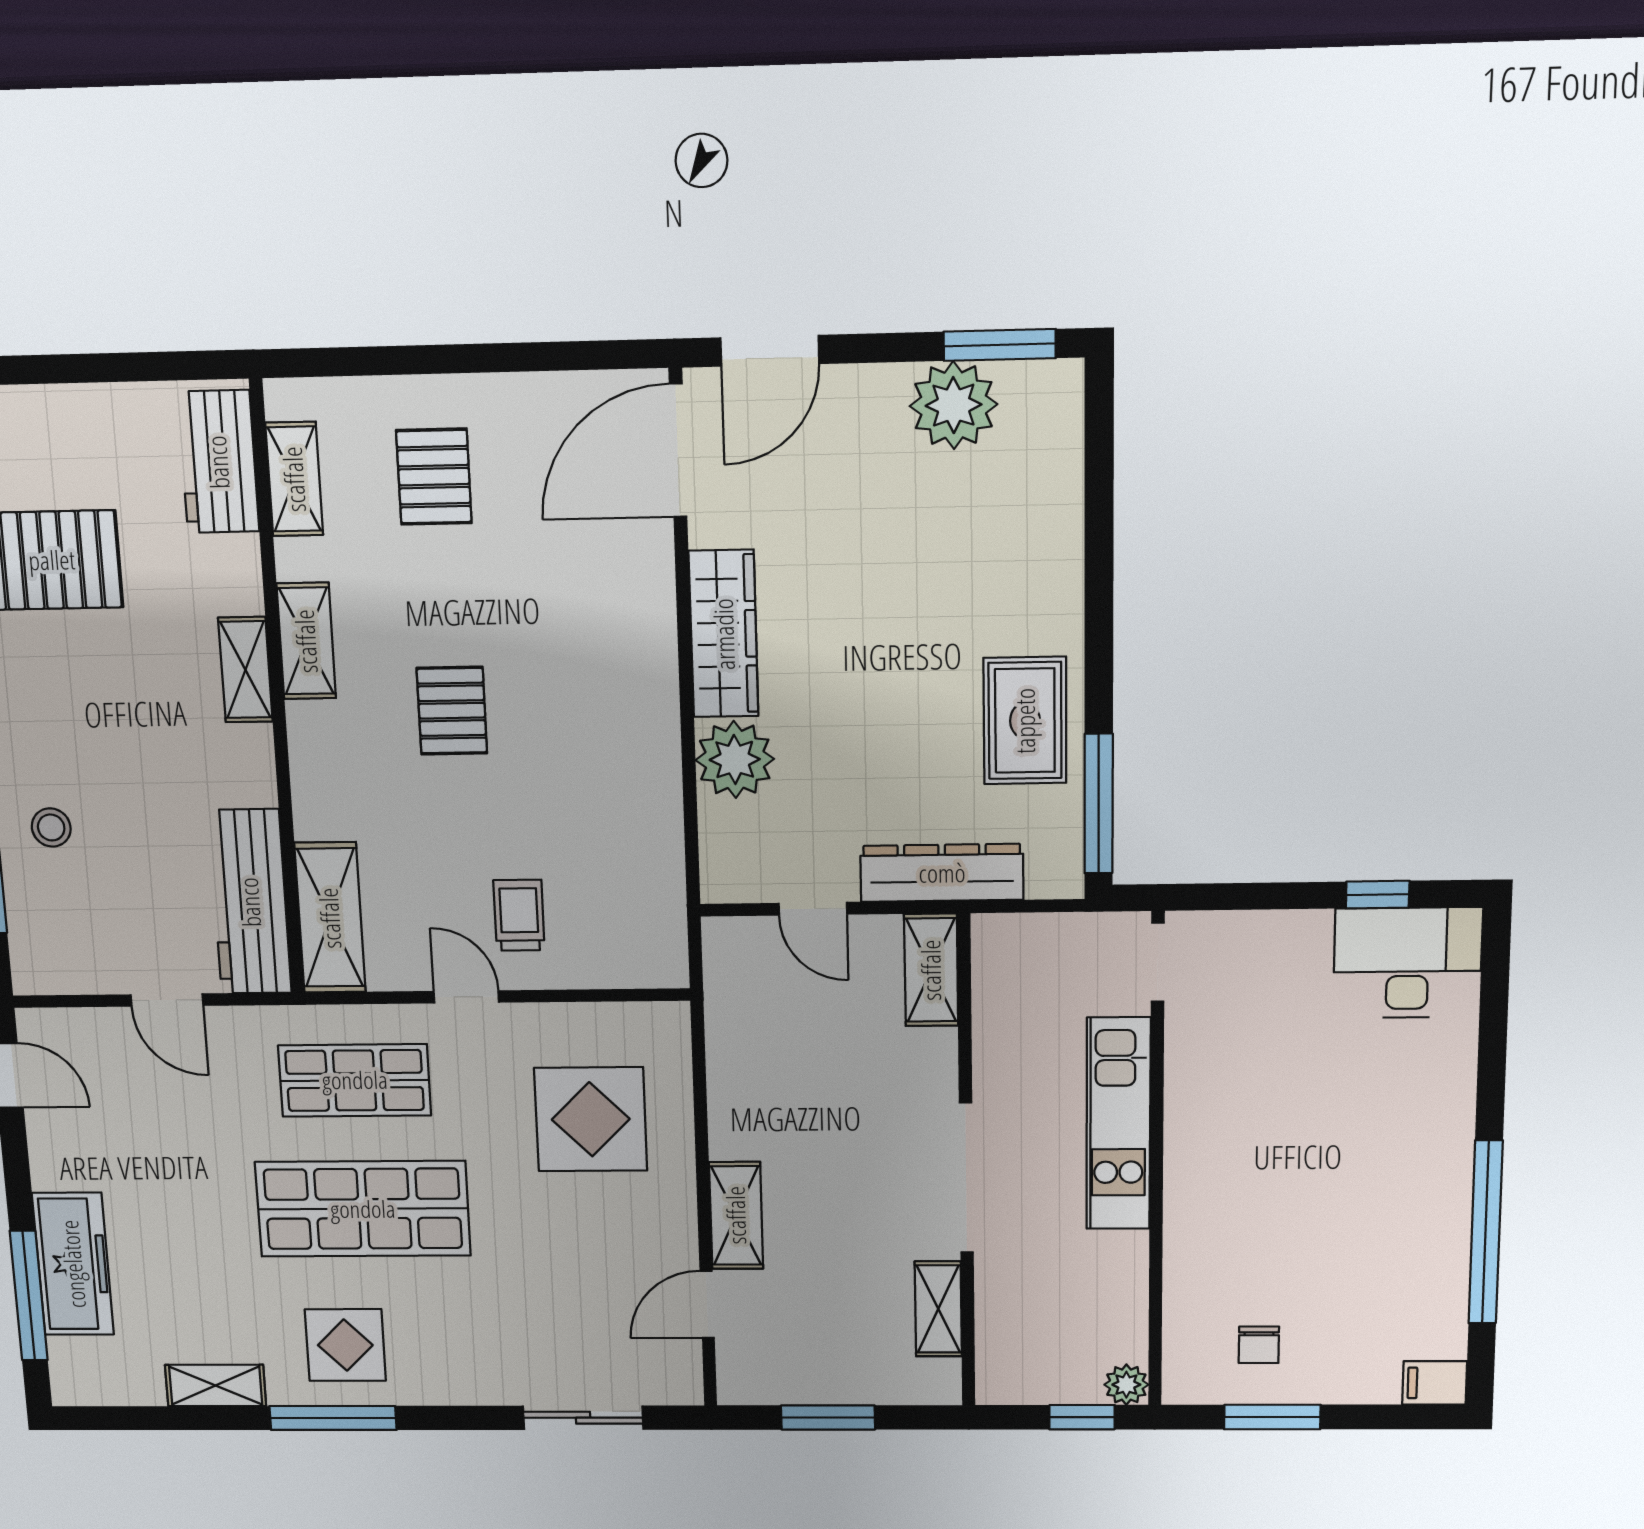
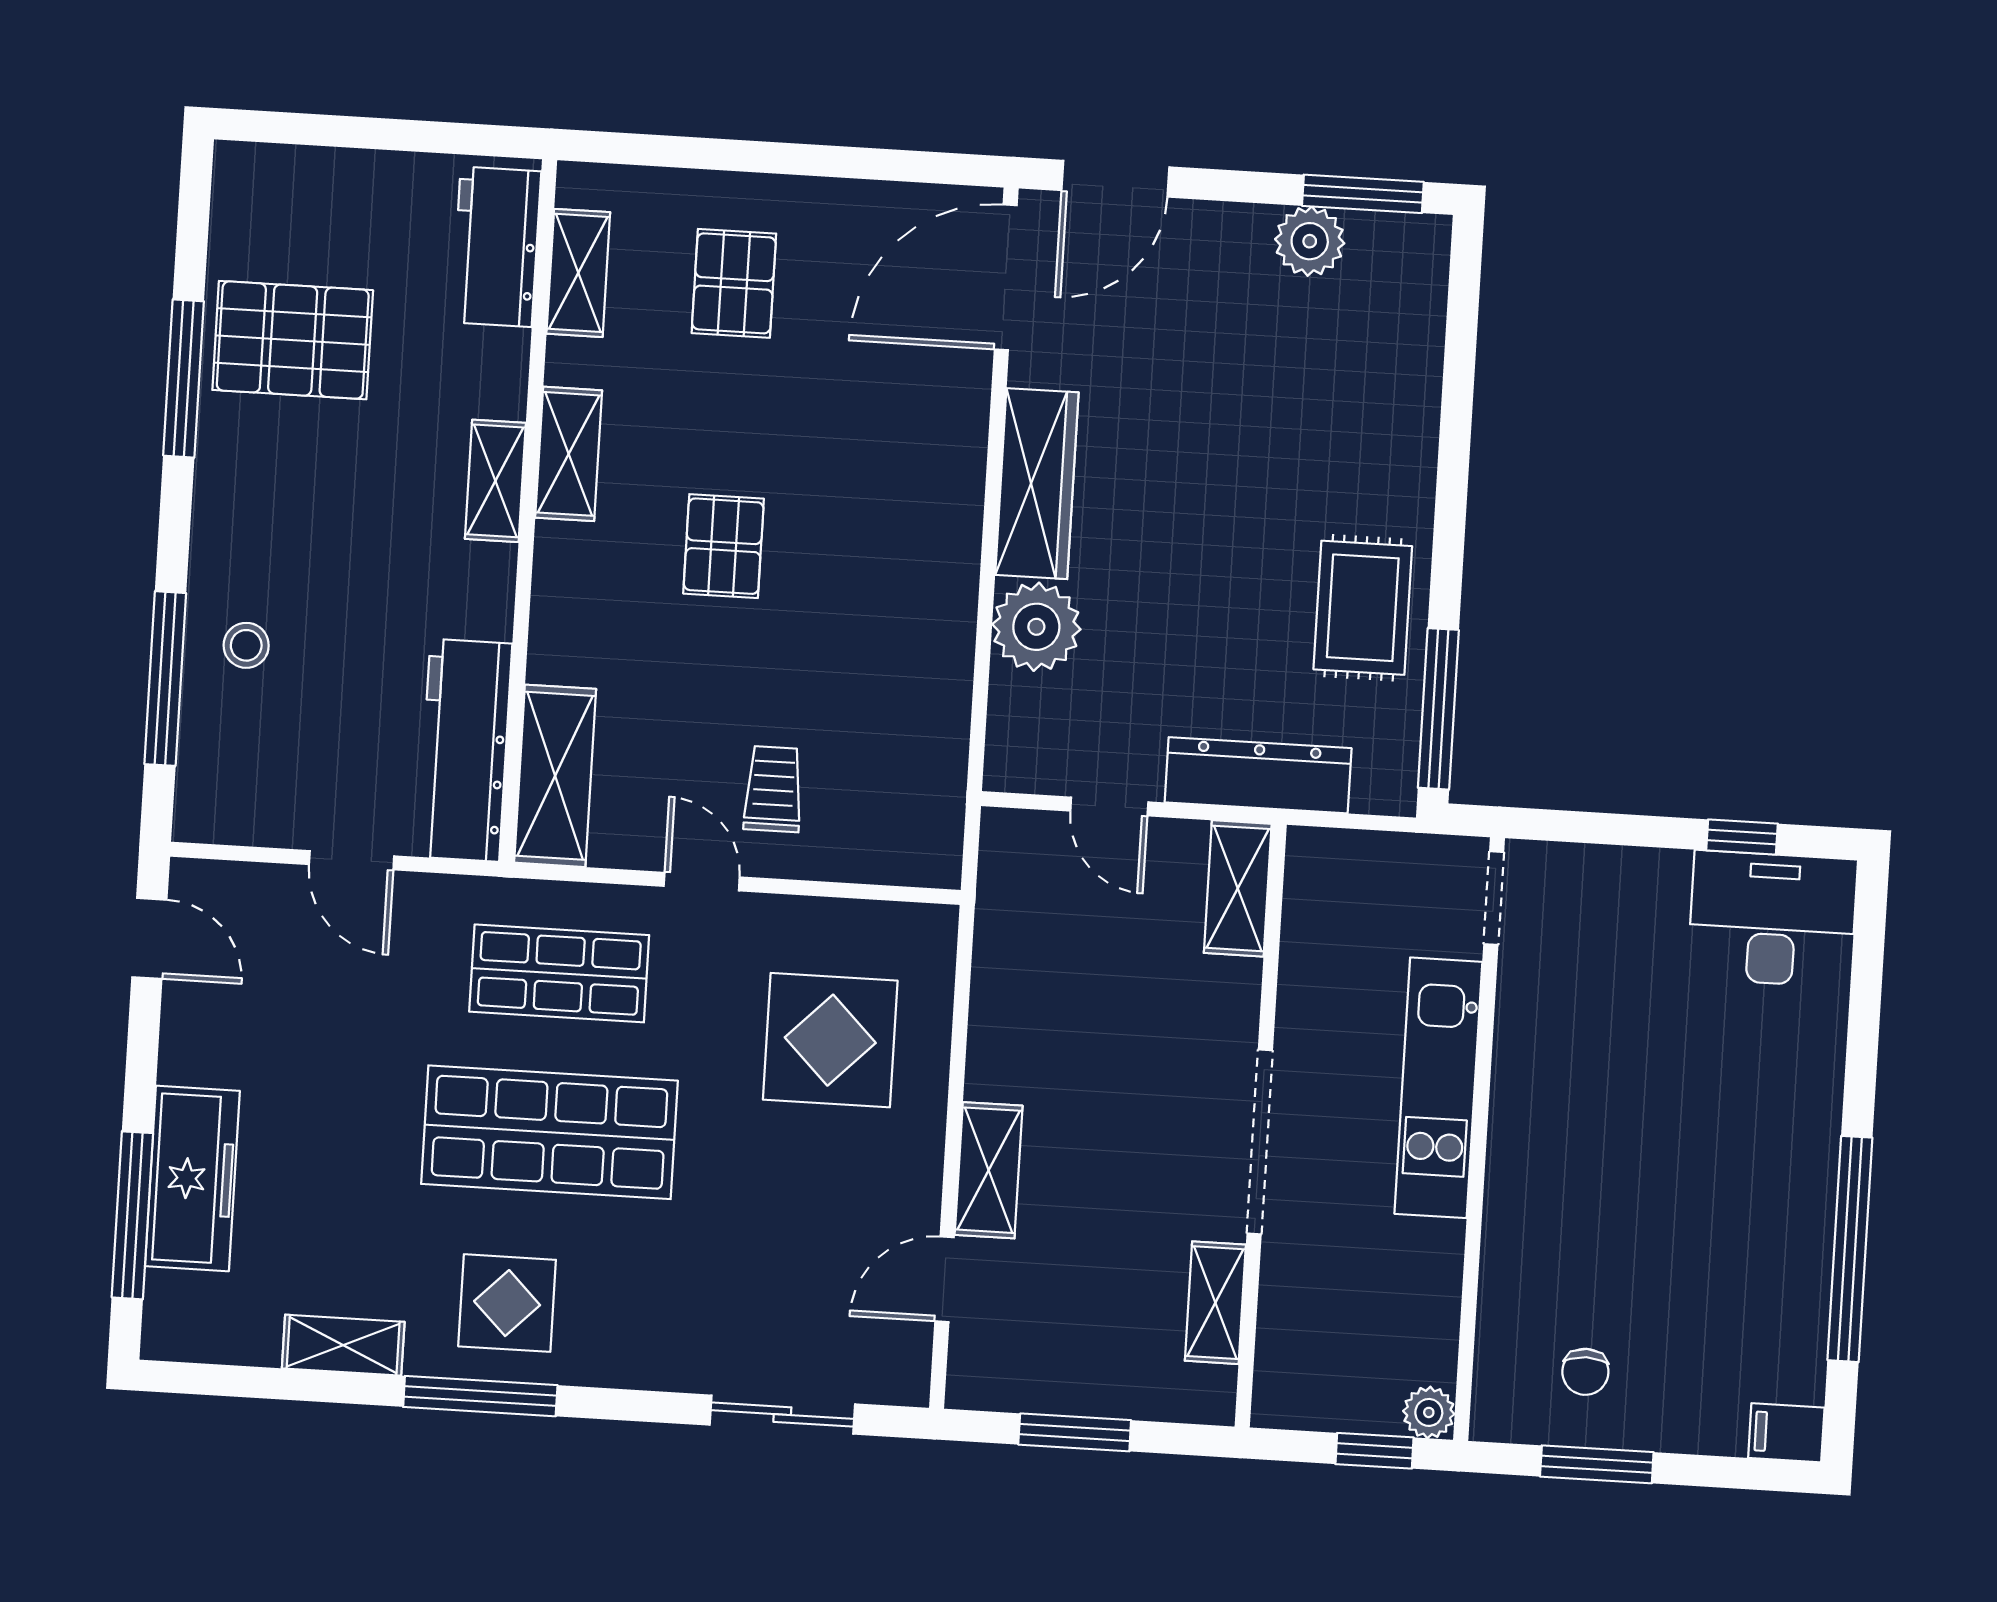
plant: (954, 405) -> (1310, 241), width x0.73, depth x0.73

